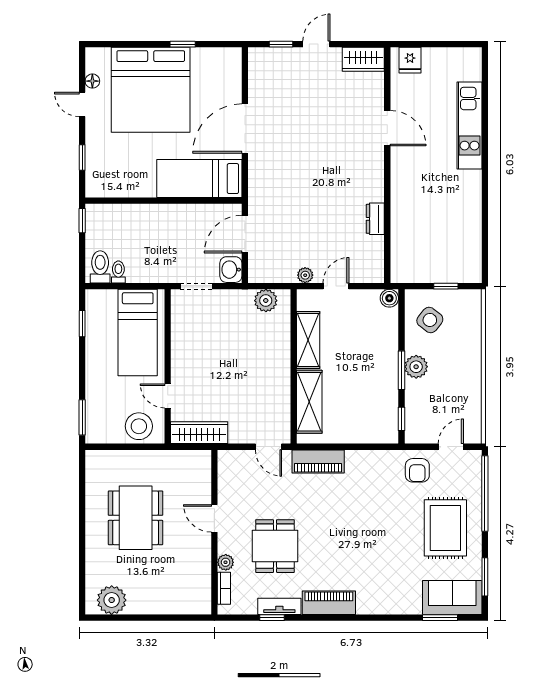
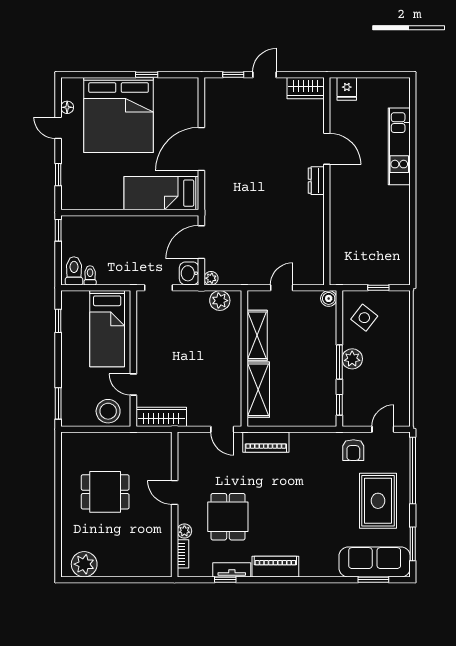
dresser: (375, 219) -> (316, 181), moved
plant: (305, 275) -> (211, 278), moved
dining table: (136, 518) -> (105, 492), width x0.73
sofa: (452, 597) -> (375, 562), width x1.36

